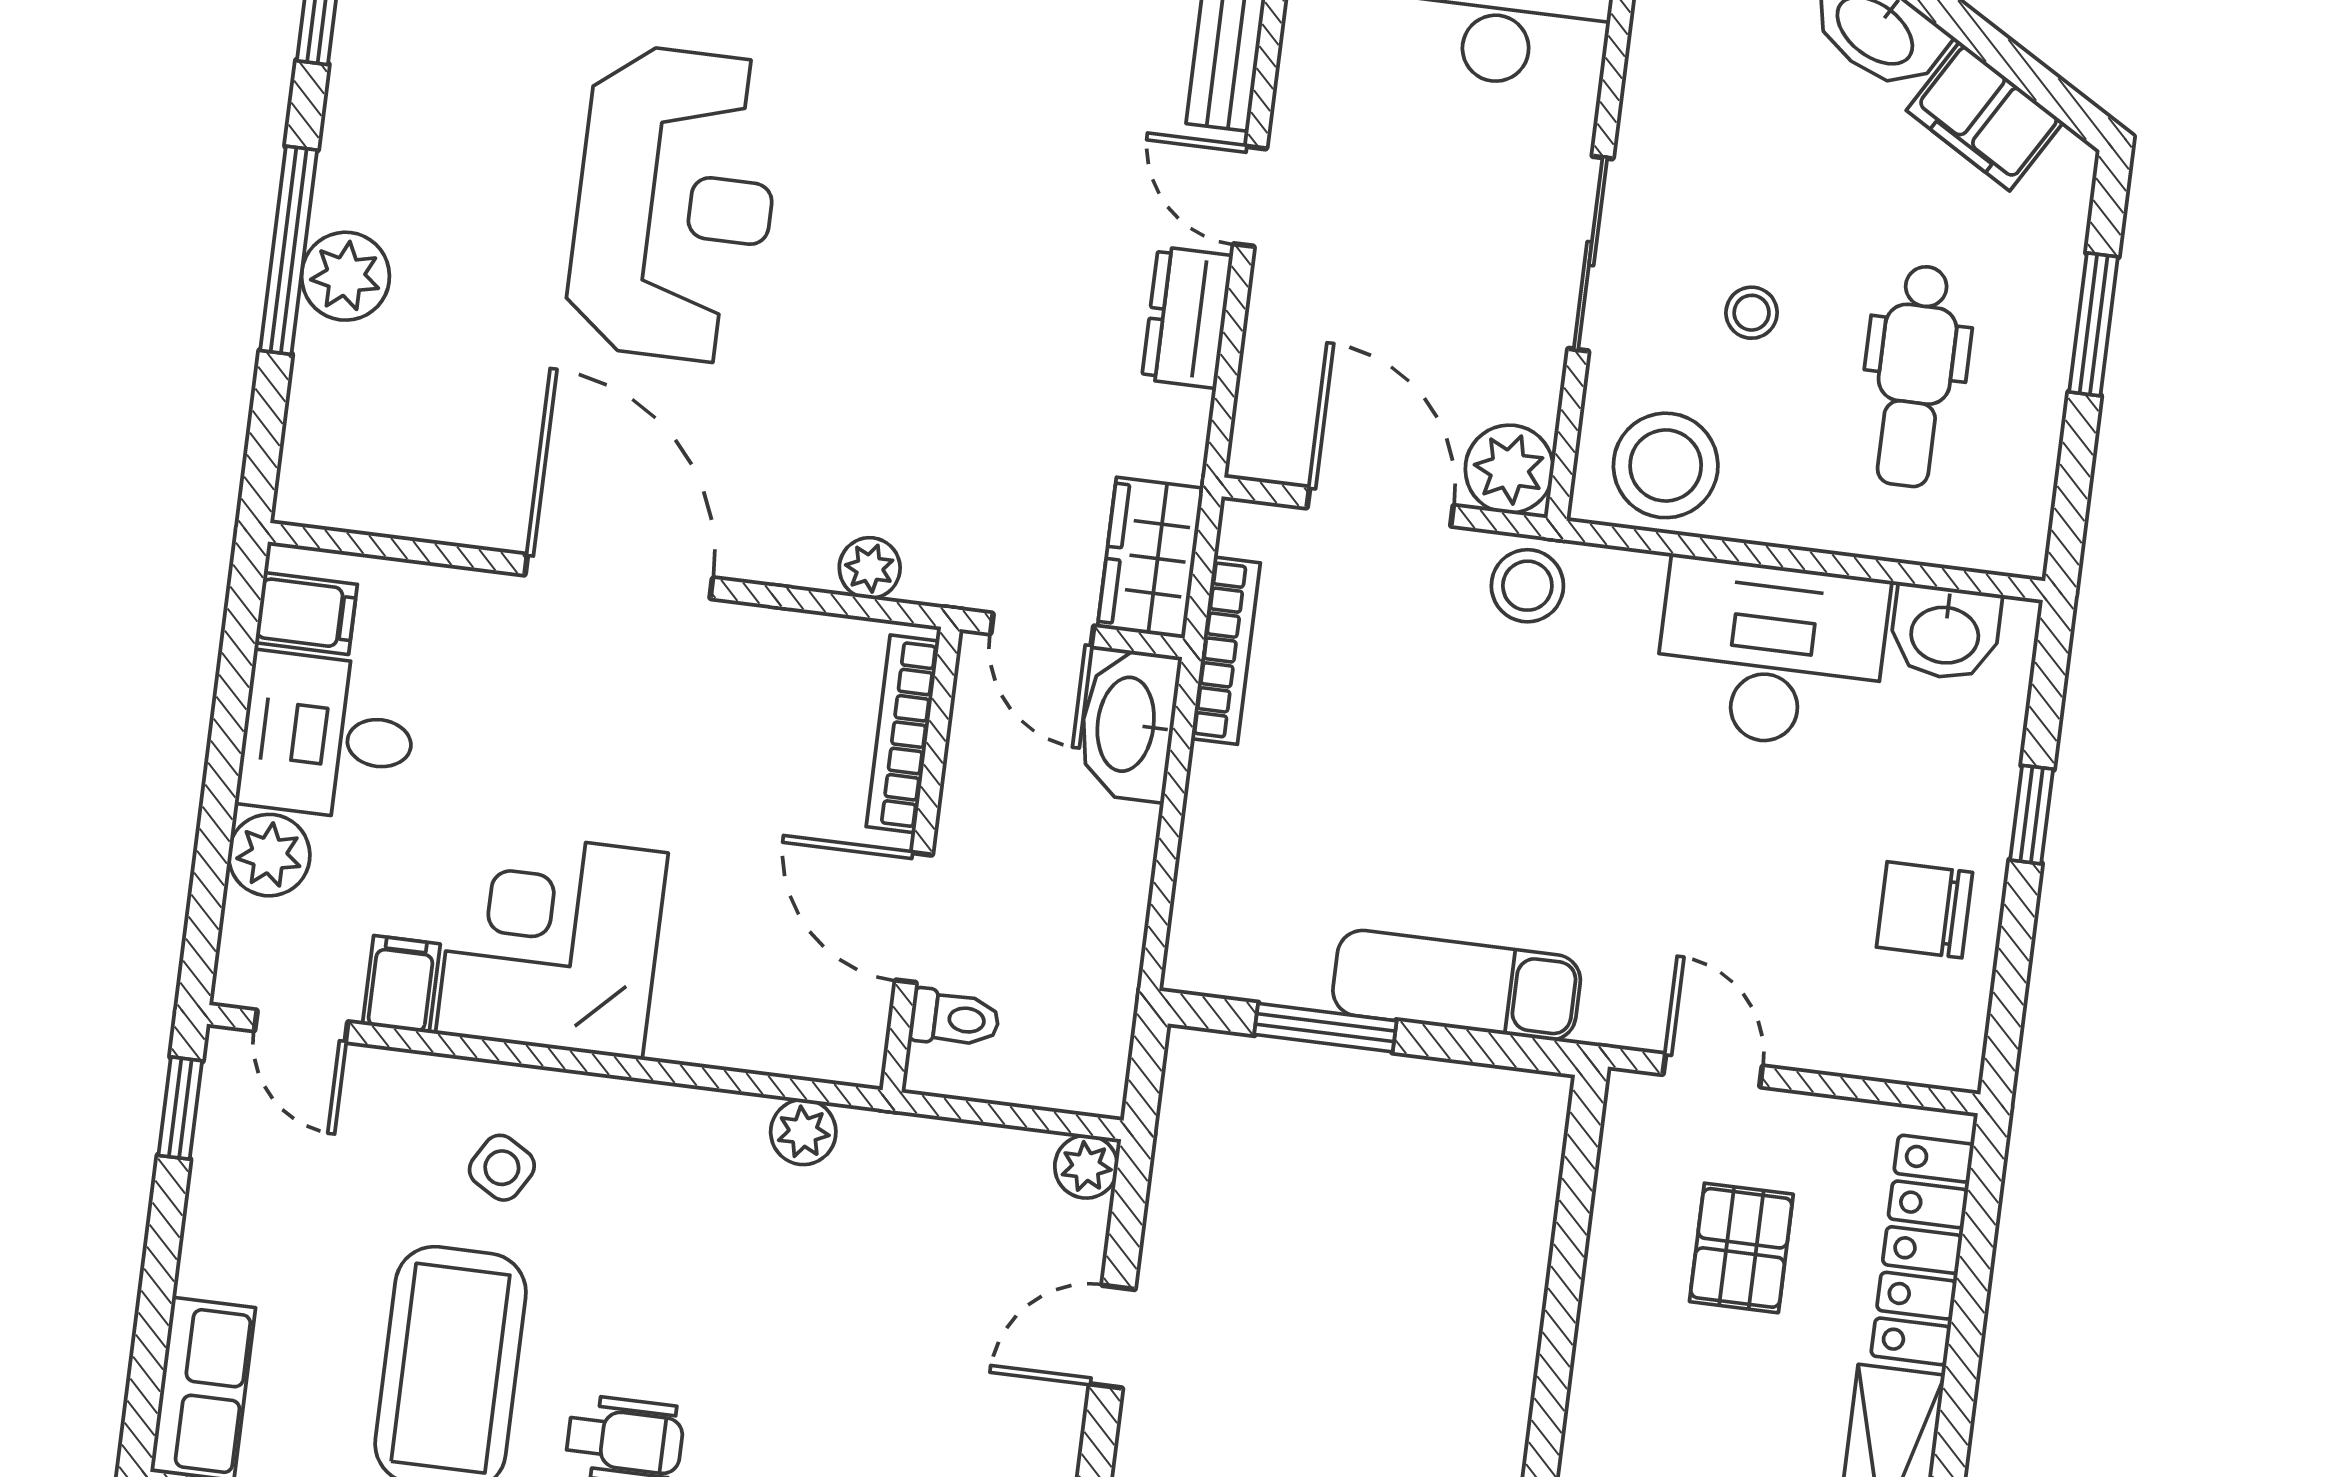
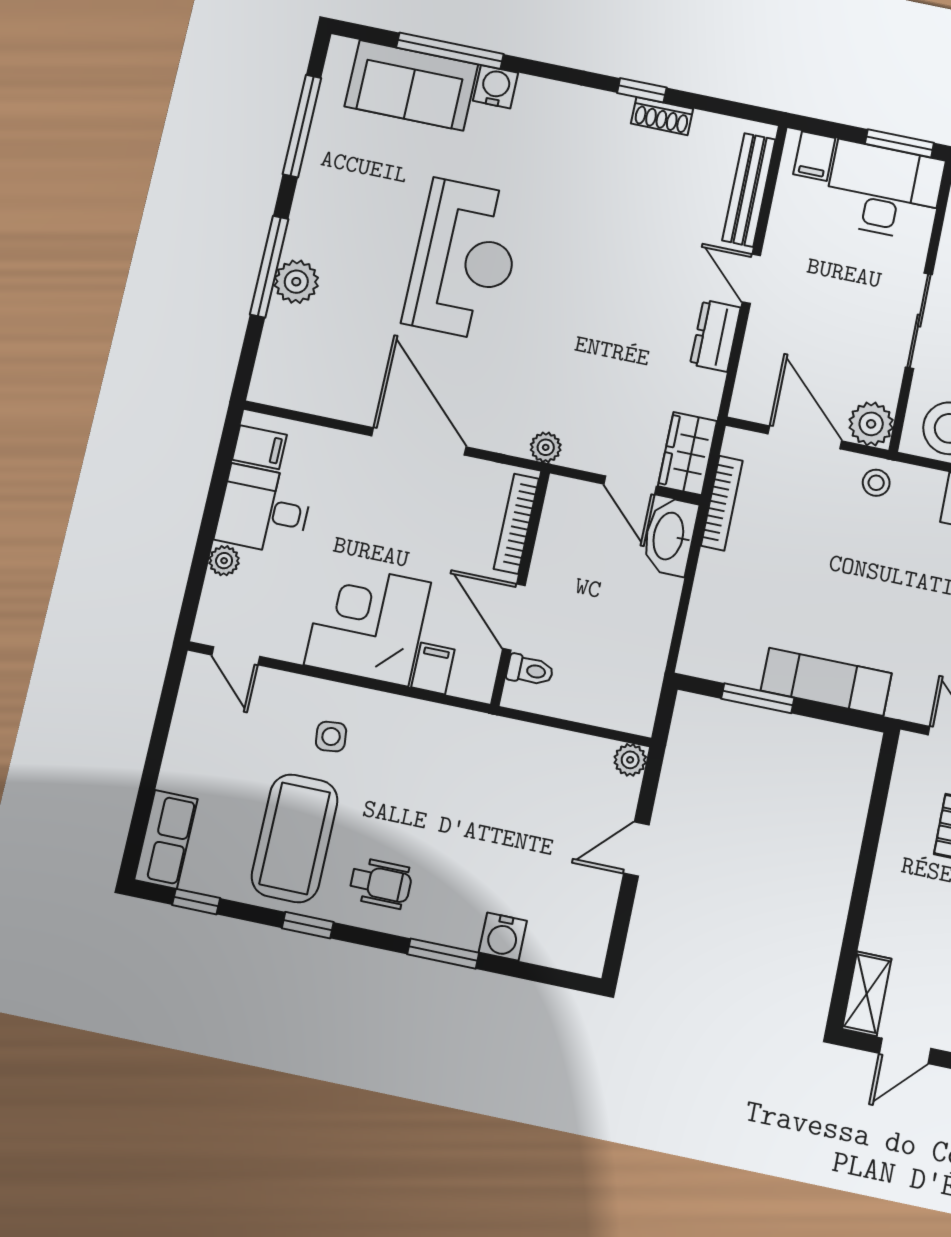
stool: (1527, 586) -> (876, 483), width x0.73, depth x0.73
bookcase: (903, 734) -> (516, 524), moved
plant: (269, 855) -> (224, 561), width x0.73, depth x0.73
wall: (921, 860) -> (520, 588), moved
door: (914, 918) -> (514, 617), moved
filing cabinet: (401, 984) -> (433, 668), moved
toilet: (955, 1019) -> (530, 670), moved
window: (180, 1108) -> (170, 693), removed
plant: (803, 1132) -> (487, 730), removed
side table: (502, 1168) -> (331, 737), turned -37

